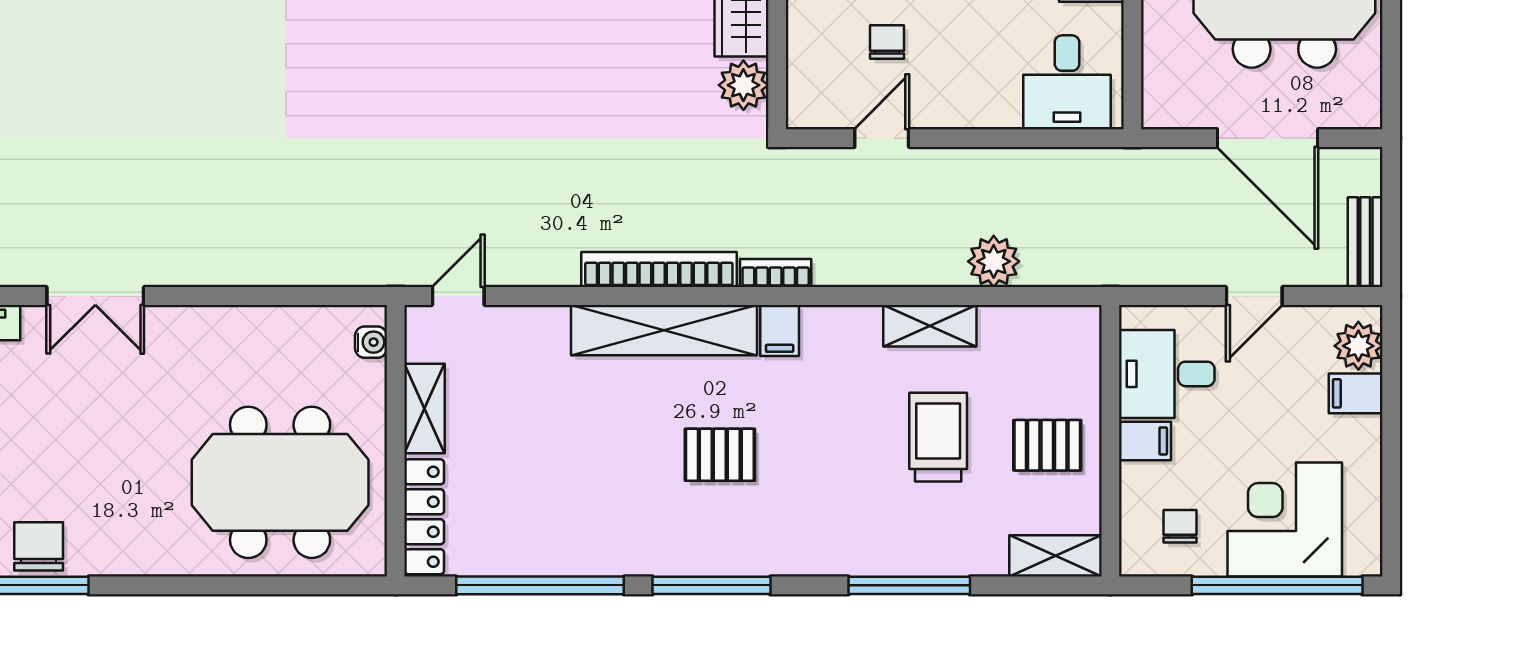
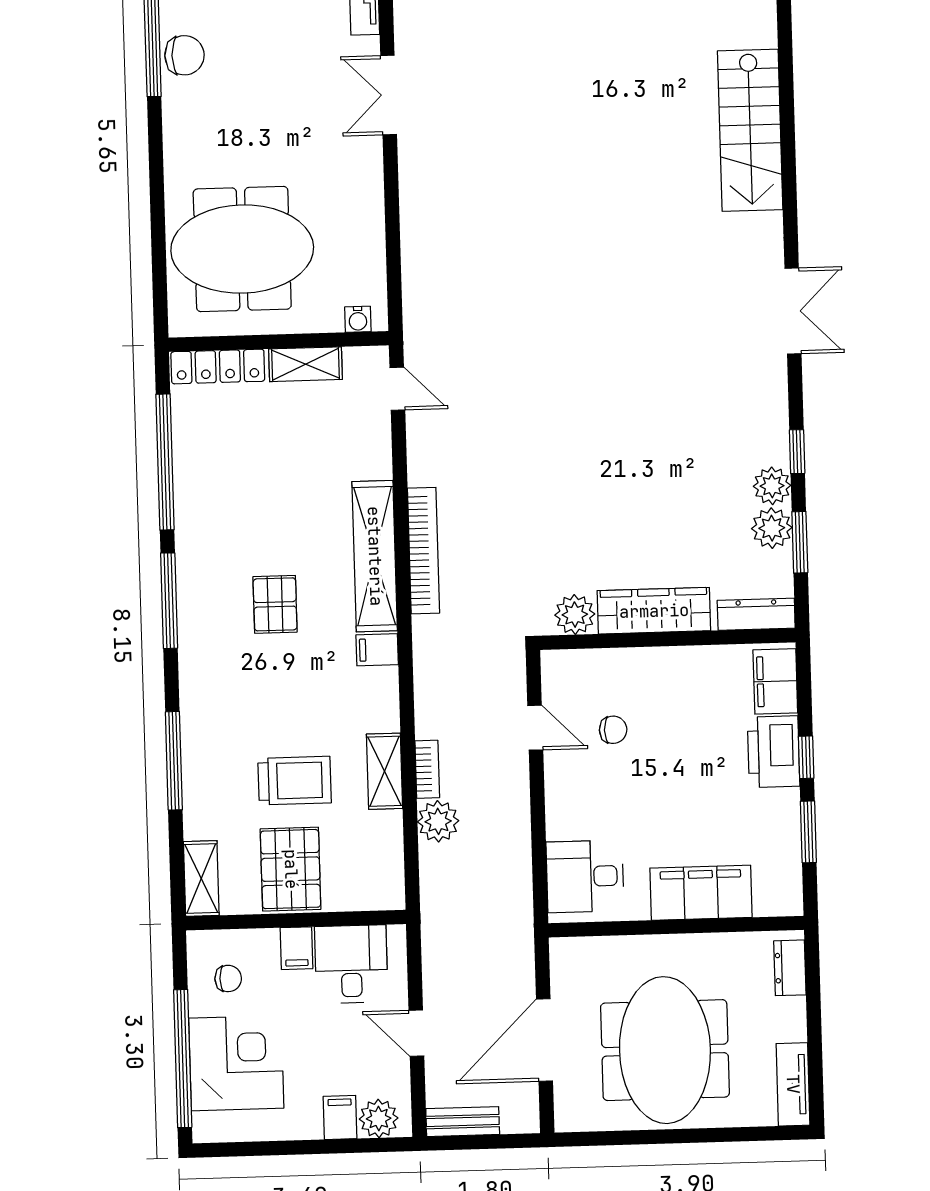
bookcase: (776, 273) -> (427, 769), moved
pallet: (1047, 445) -> (291, 869), width x1.50, depth x1.42
meeting table: (280, 482) -> (242, 249), turned 90

